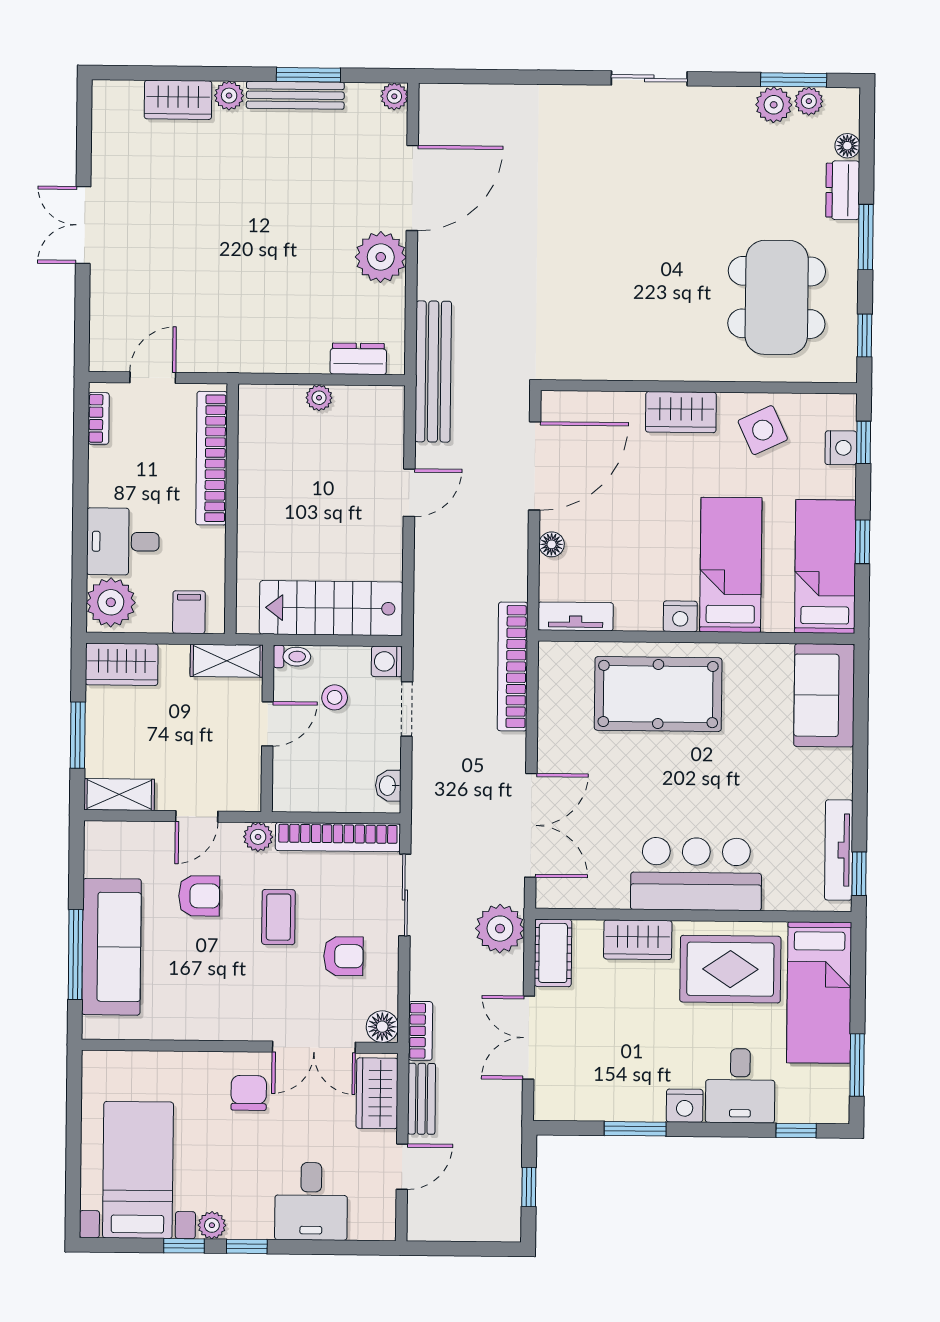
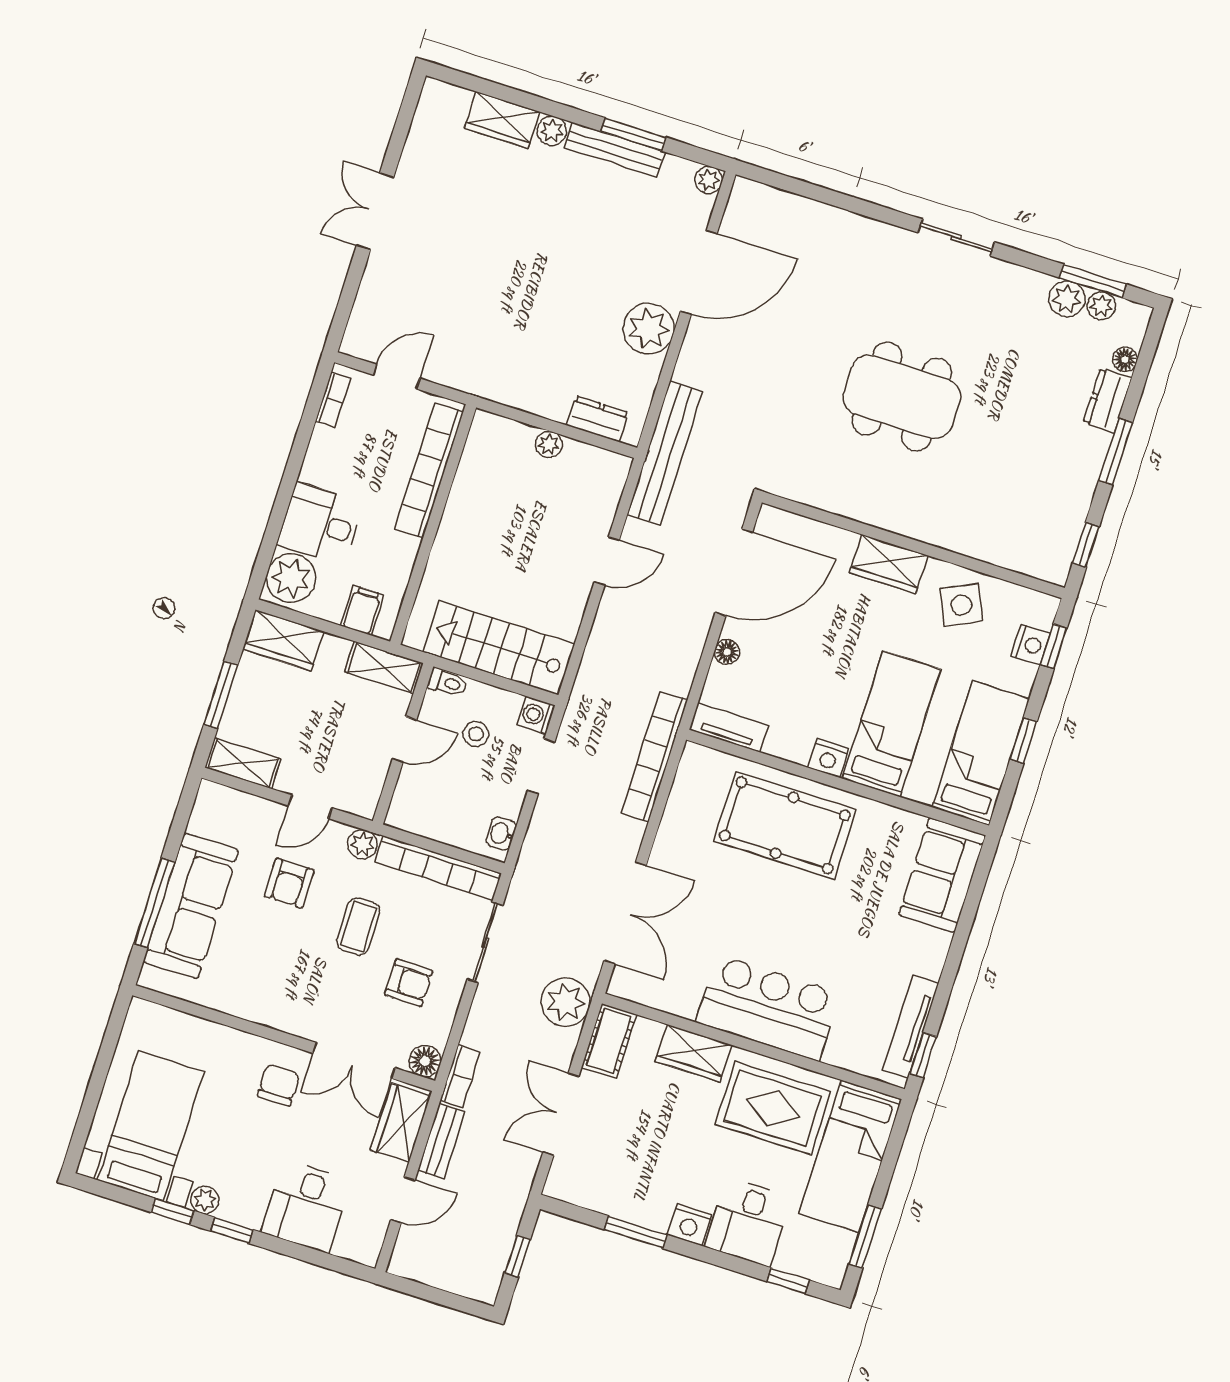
dining table: (777, 297) -> (902, 397), moved, turned 90
armchair: (199, 896) -> (289, 883), turned 90

